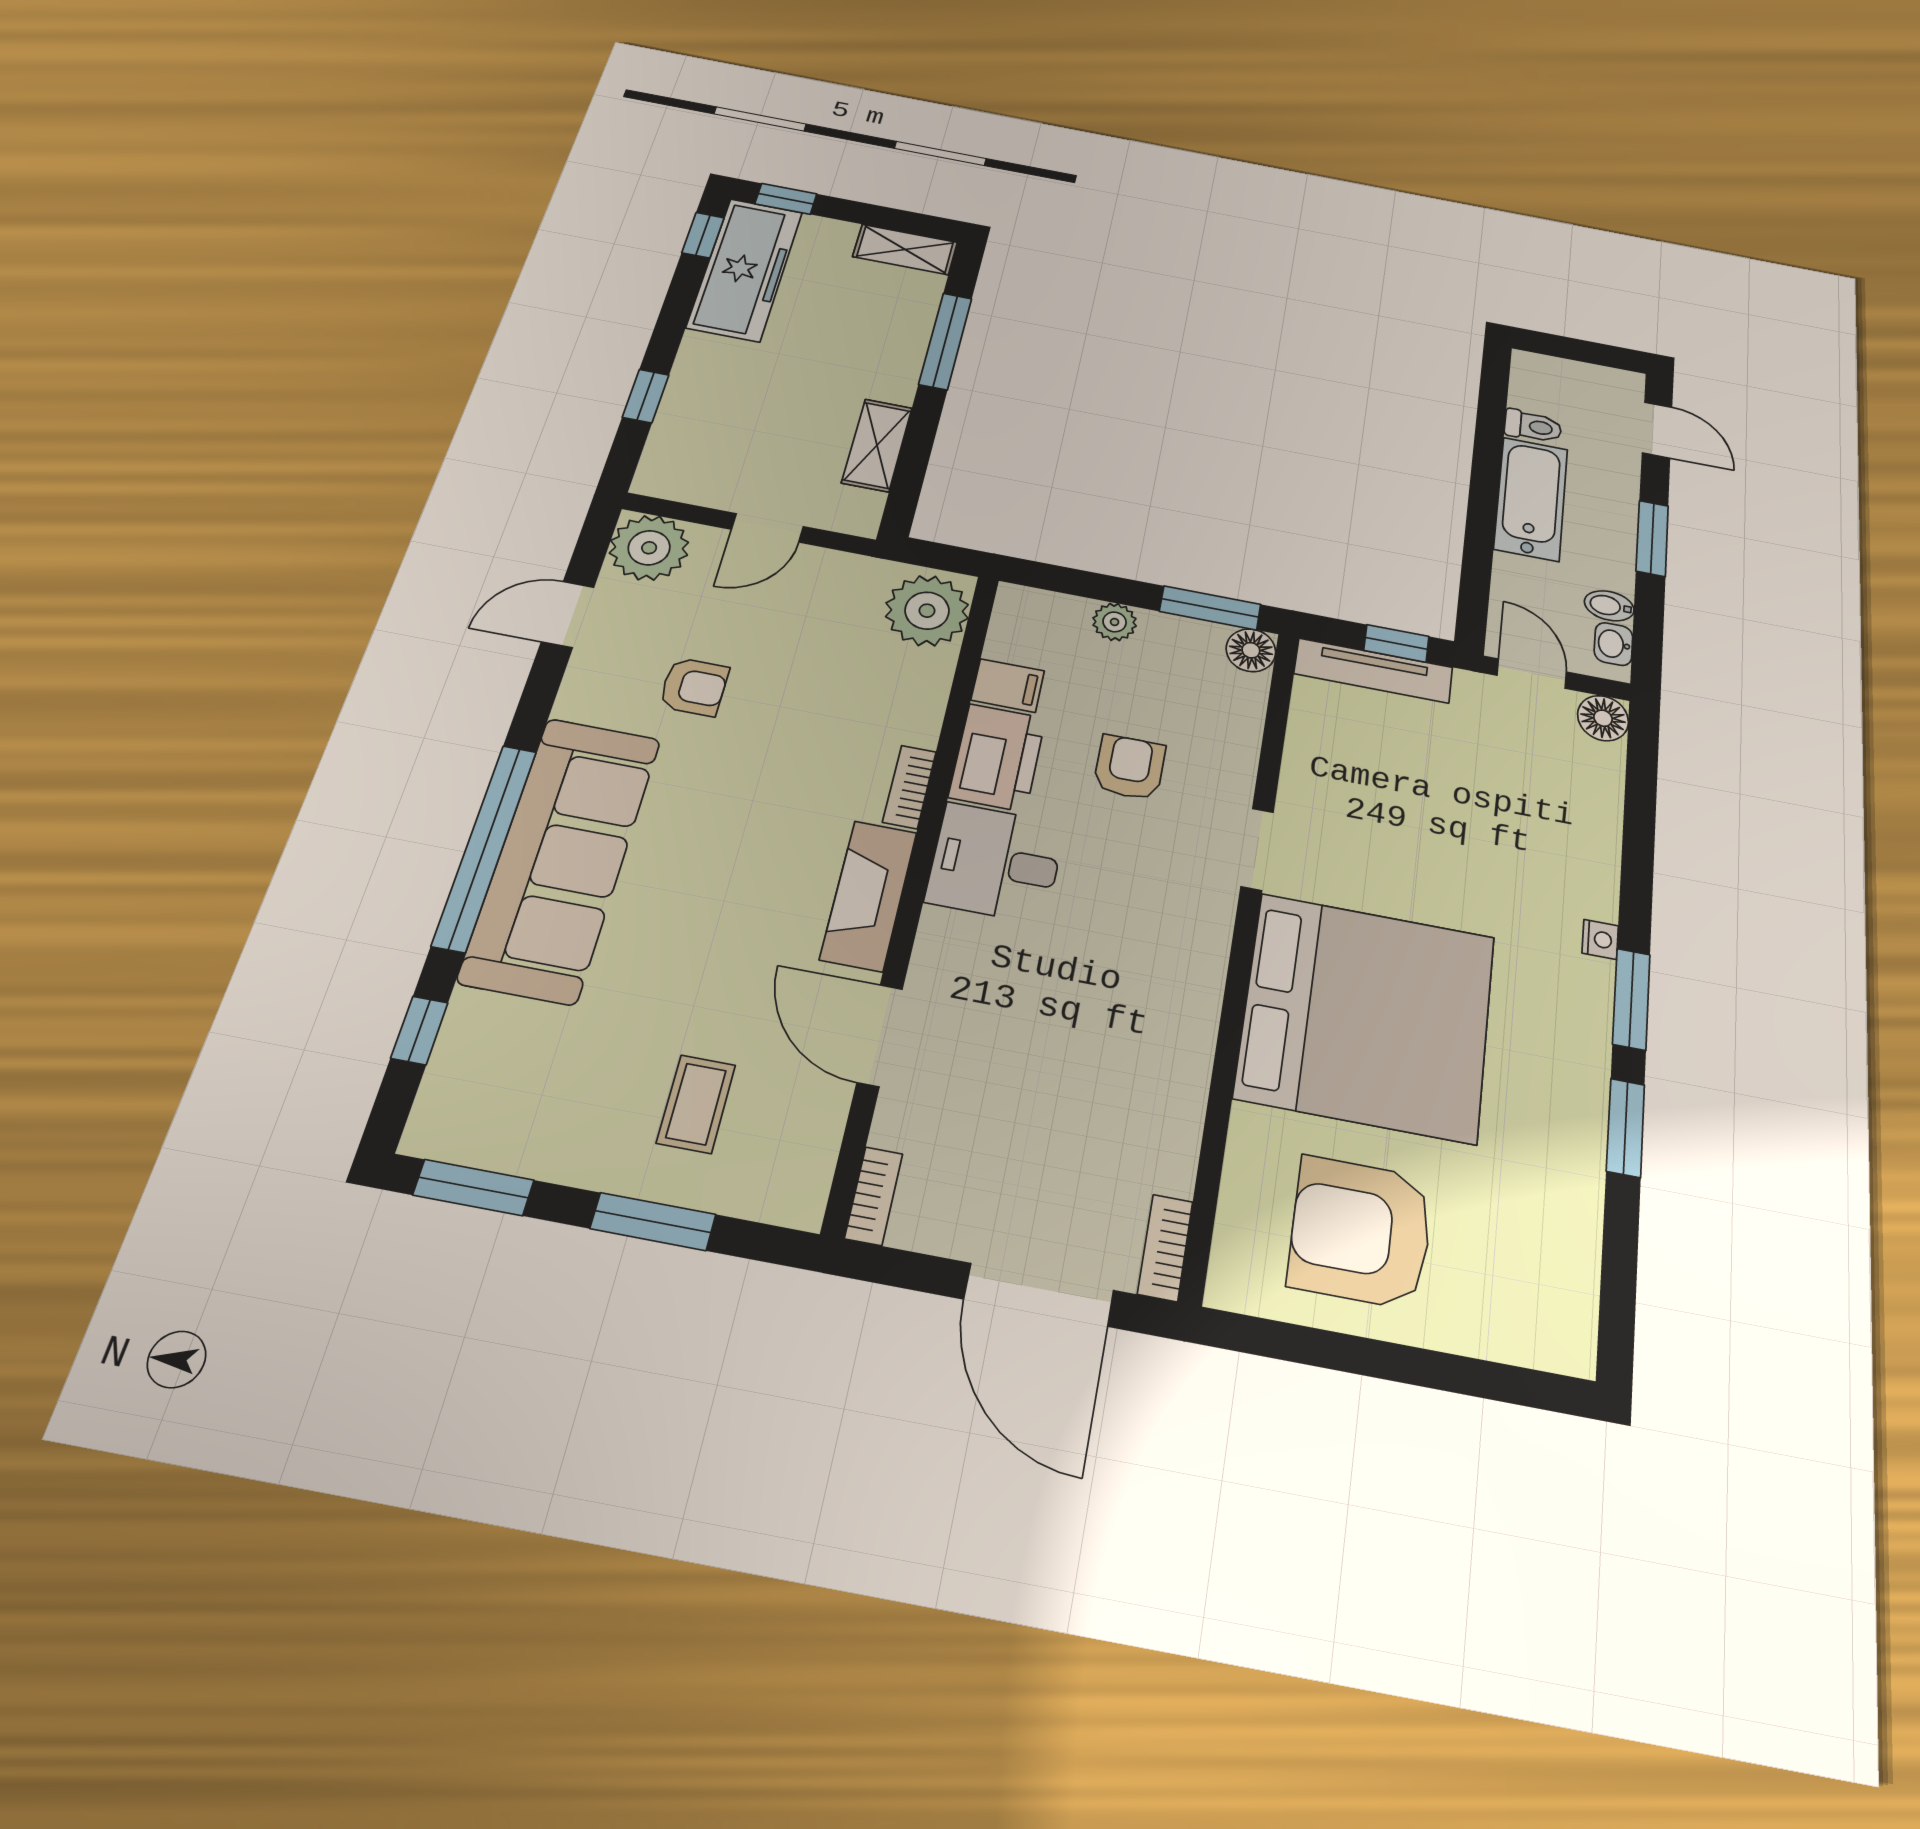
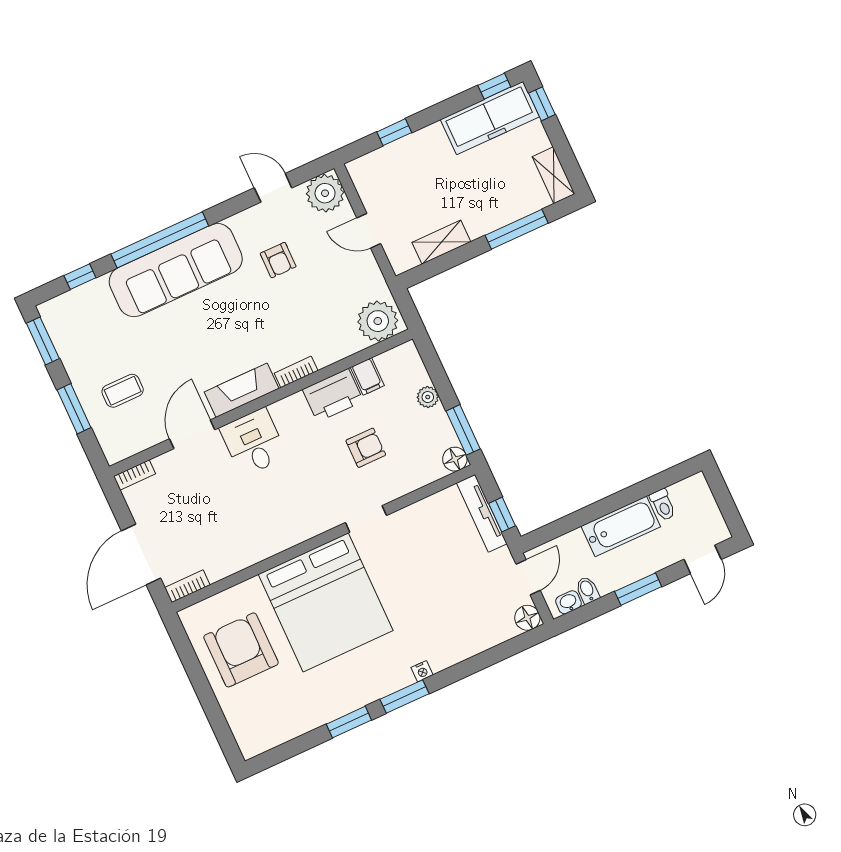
desk: (995, 863) -> (253, 442), moved

